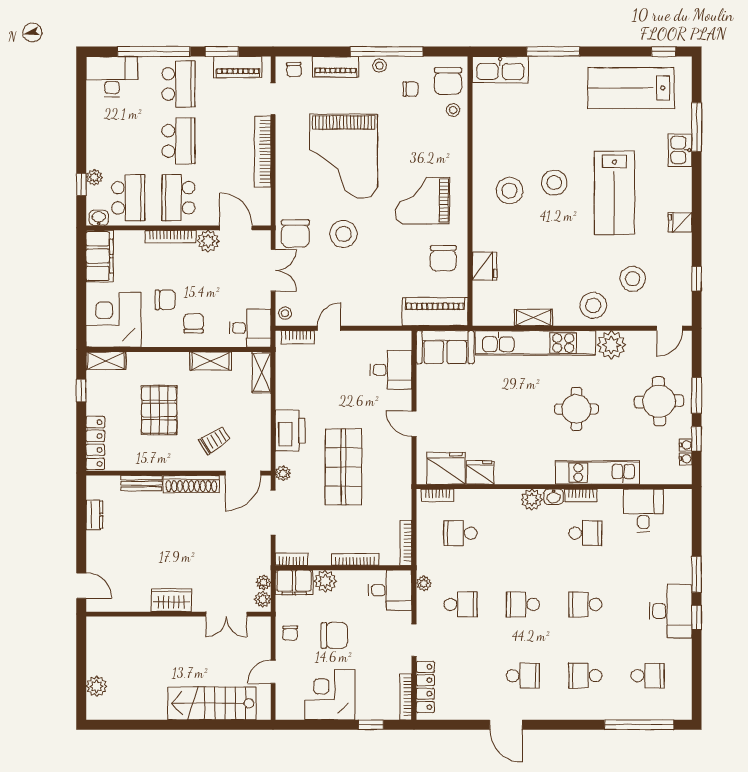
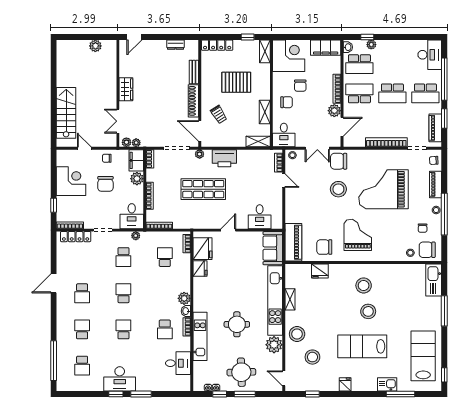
plant: (97, 686) -> (95, 46), moved

